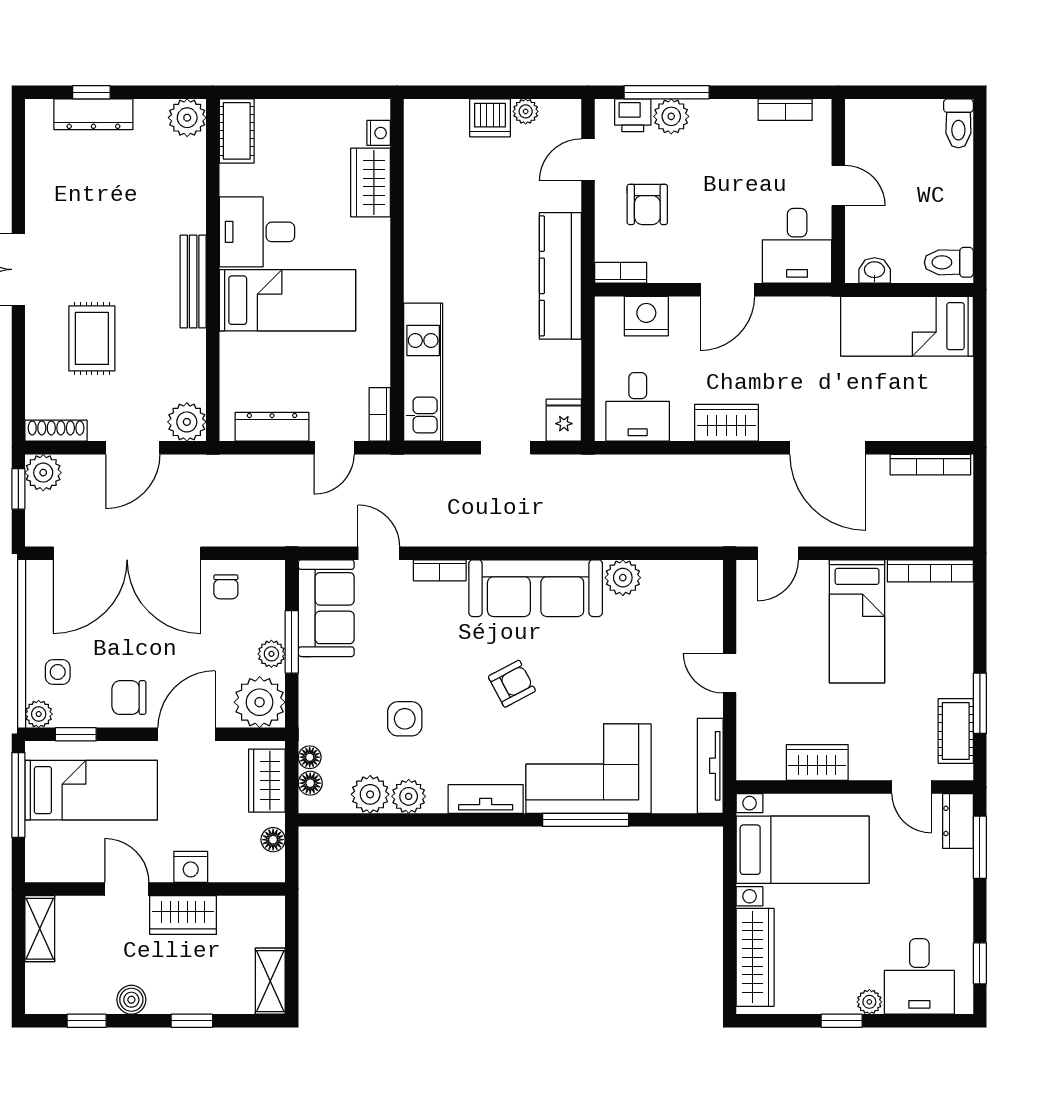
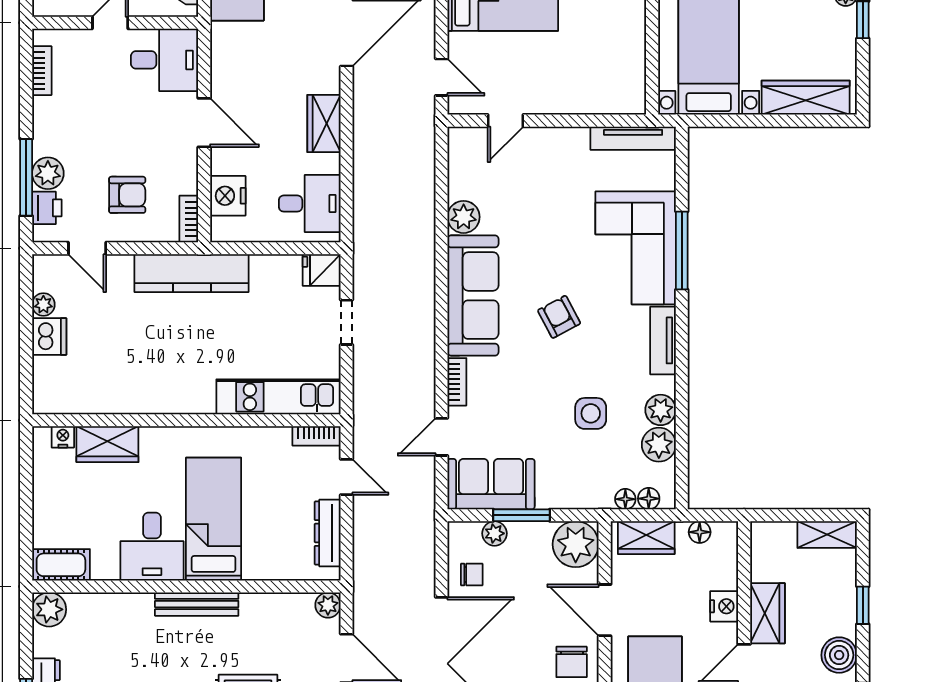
plant: (187, 422) -> (328, 605), width x0.73, depth x0.73
plant: (271, 654) -> (495, 533), moved
door: (730, 673) -> (506, 121), moved
wardrobe: (817, 762) -> (630, 42), removed
boiler: (131, 1000) -> (839, 655), width x1.36, depth x1.36

